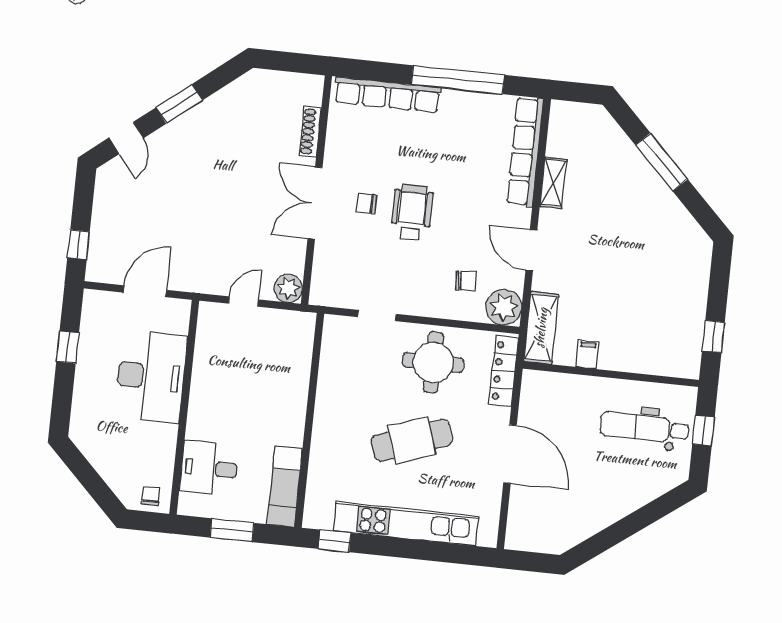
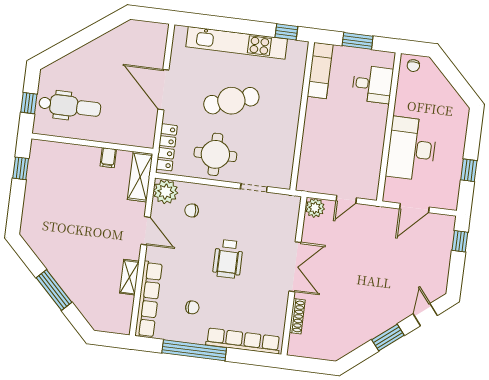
chair: (366, 203) -> (192, 307), moved

